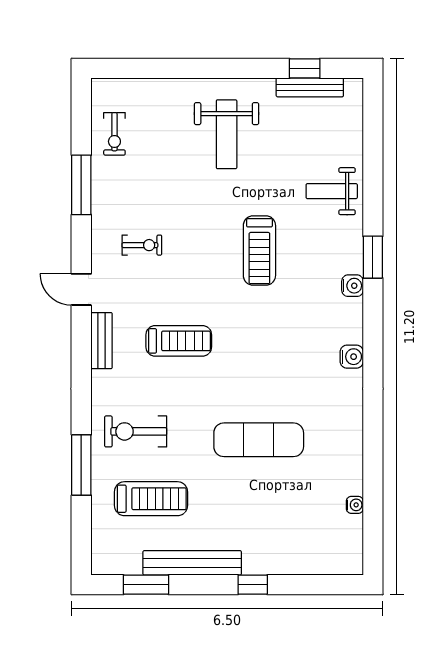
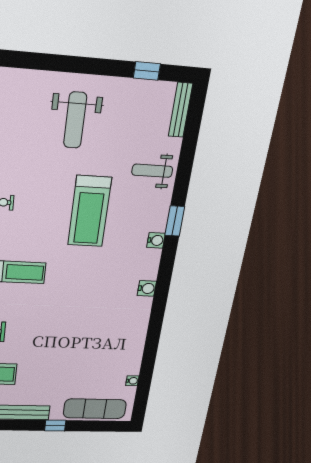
bench: (310, 87) -> (180, 110), moved, turned 90
treadmill: (259, 250) -> (90, 211), width x1.37, depth x1.38
exercise mat: (259, 440) -> (95, 409), moved

